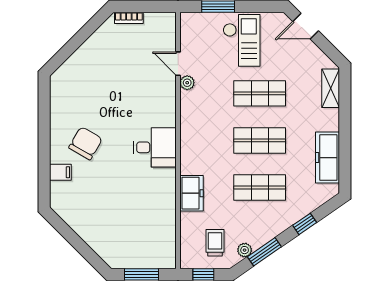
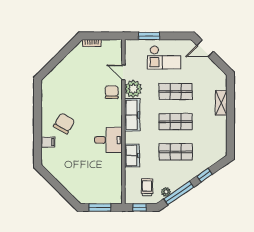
checkout: (241, 40) -> (164, 57), turned 90
plant: (187, 83) -> (133, 89), width x1.87, depth x1.87
shelving: (331, 88) -> (221, 103), moved
chair: (160, 94) -> (112, 92), added
desk: (155, 147) -> (108, 140), moved
freezer: (328, 158) -> (132, 115), moved, turned 180
window: (264, 252) -> (179, 193), width x1.44

